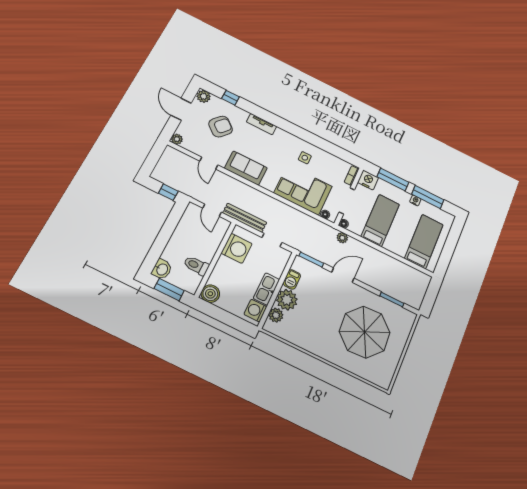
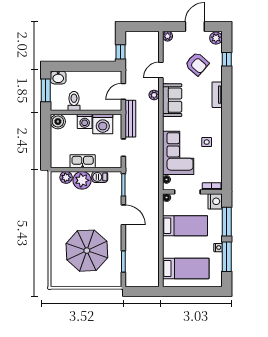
plant: (342, 238) -> (154, 95), moved
washing machine: (255, 311) -> (85, 121), moved, turned 180

